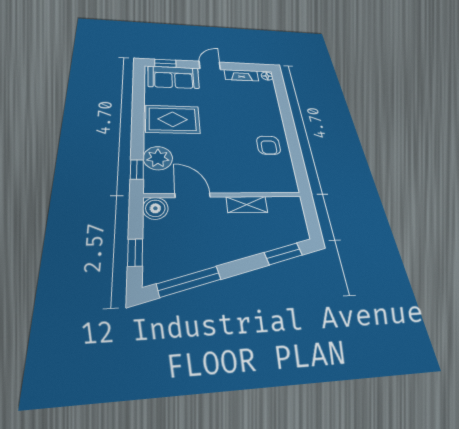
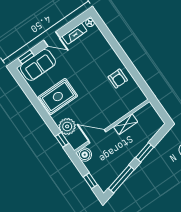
door: (210, 65) -> (52, 39), swing flipped
window: (283, 254) -> (145, 152), moved

